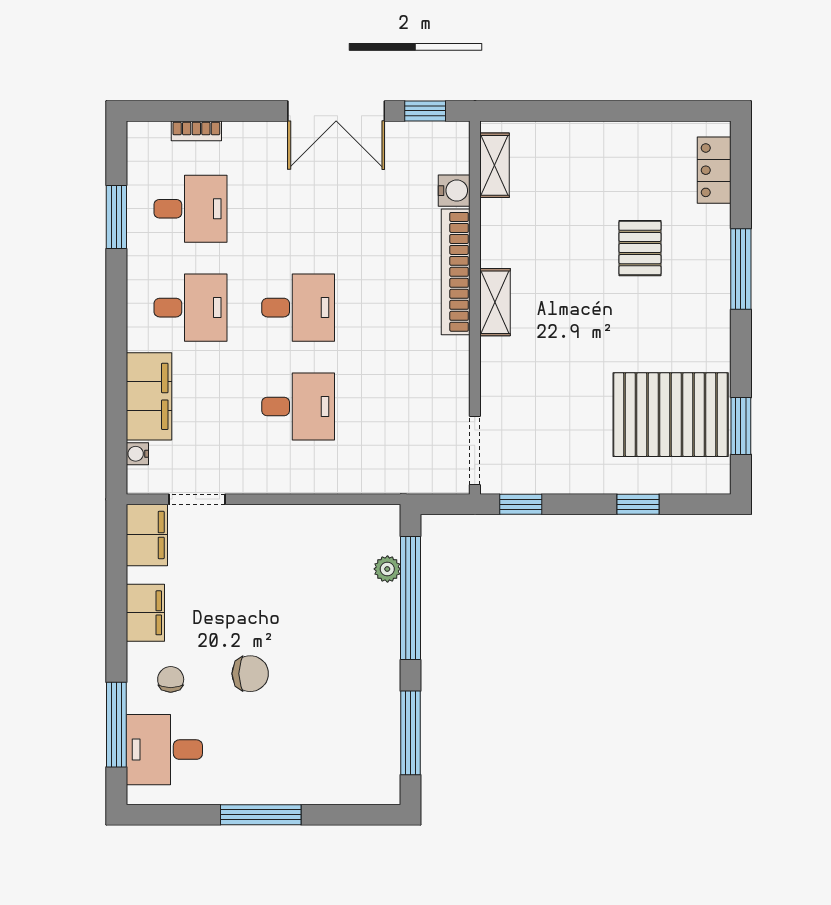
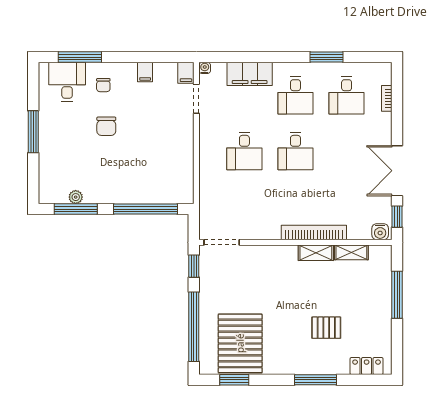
window: (576, 111) -> (397, 295), added
shelving: (494, 165) -> (351, 252), moved
water cooler: (454, 191) -> (380, 232), moved
window: (116, 217) -> (327, 57), moved
shelving: (495, 302) -> (316, 253), moved
water cooler: (137, 454) -> (205, 68), moved
window: (638, 504) -> (194, 327), width x3.17
filing cabinet: (147, 535) -> (186, 73), width x0.50
plant: (387, 569) -> (76, 197), moved
filing cabinet: (145, 613) -> (145, 72), width x0.50
chair: (171, 679) -> (103, 85), turned 90

